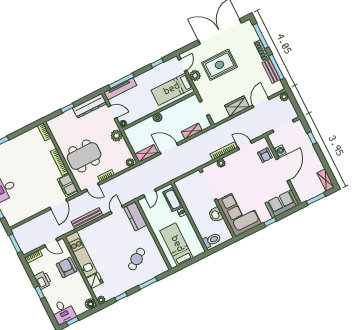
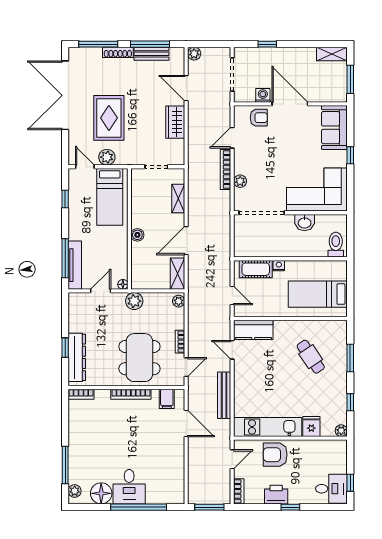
dresser: (90, 106) -> (77, 357), moved
filing cabinet: (67, 185) -> (167, 399), width x0.50
floor lamp: (91, 304) -> (339, 447), removed

